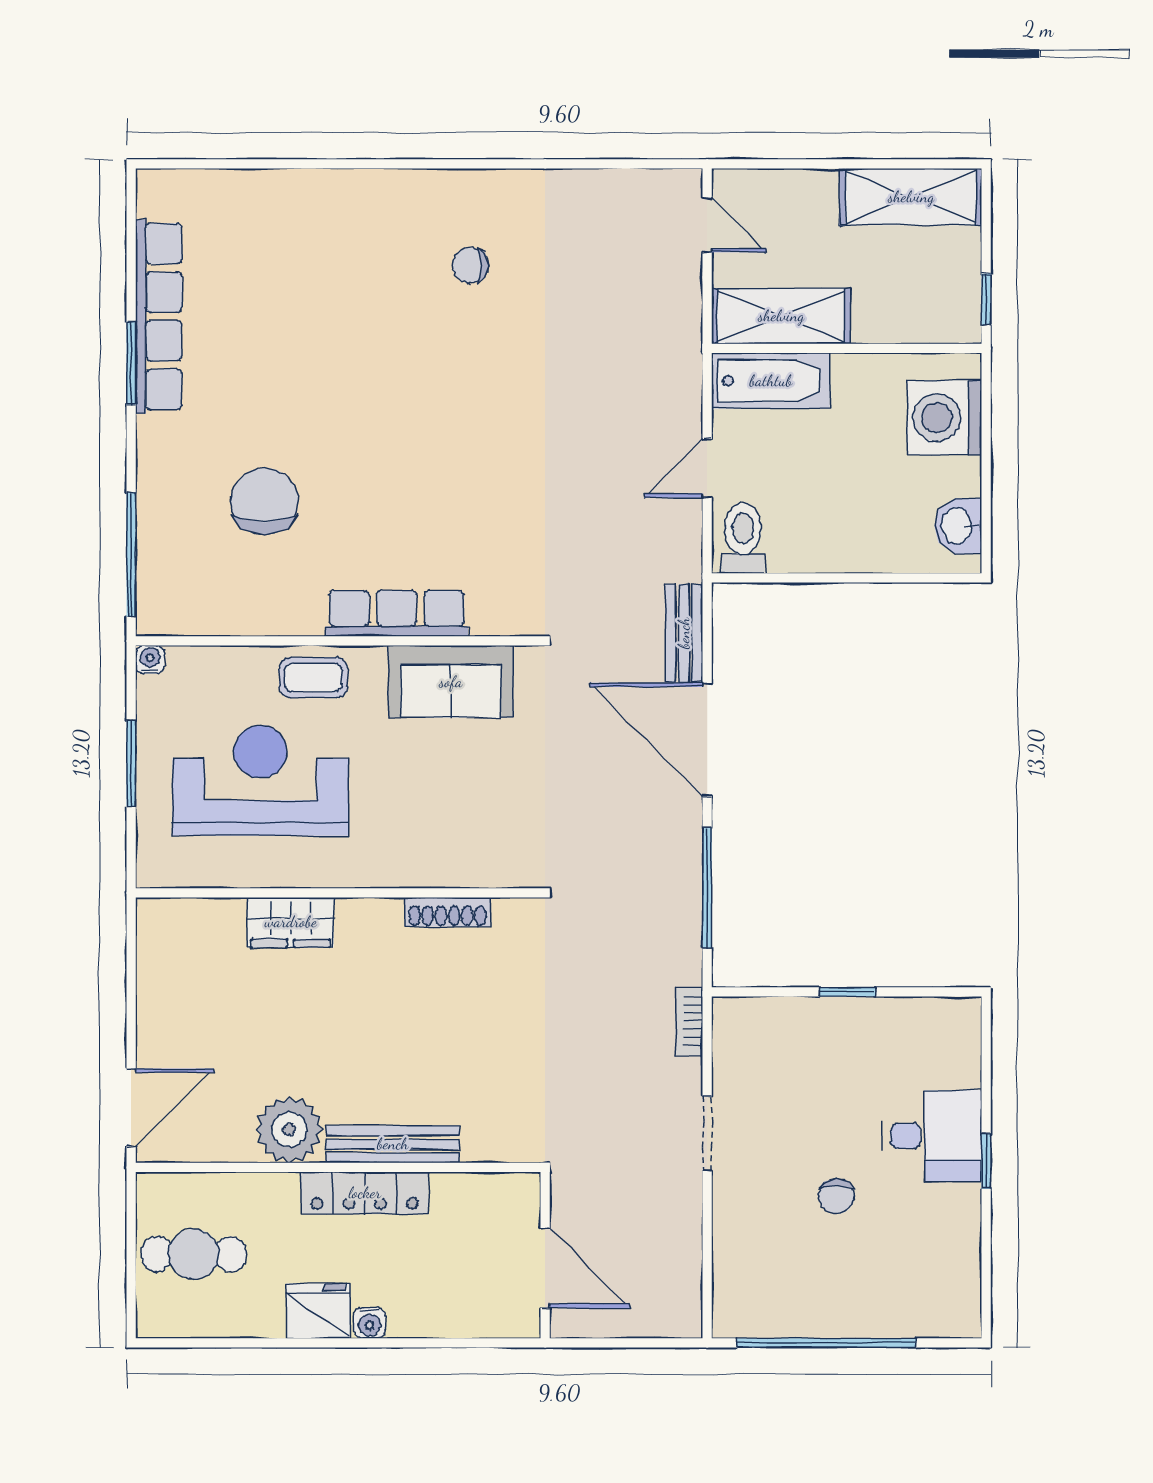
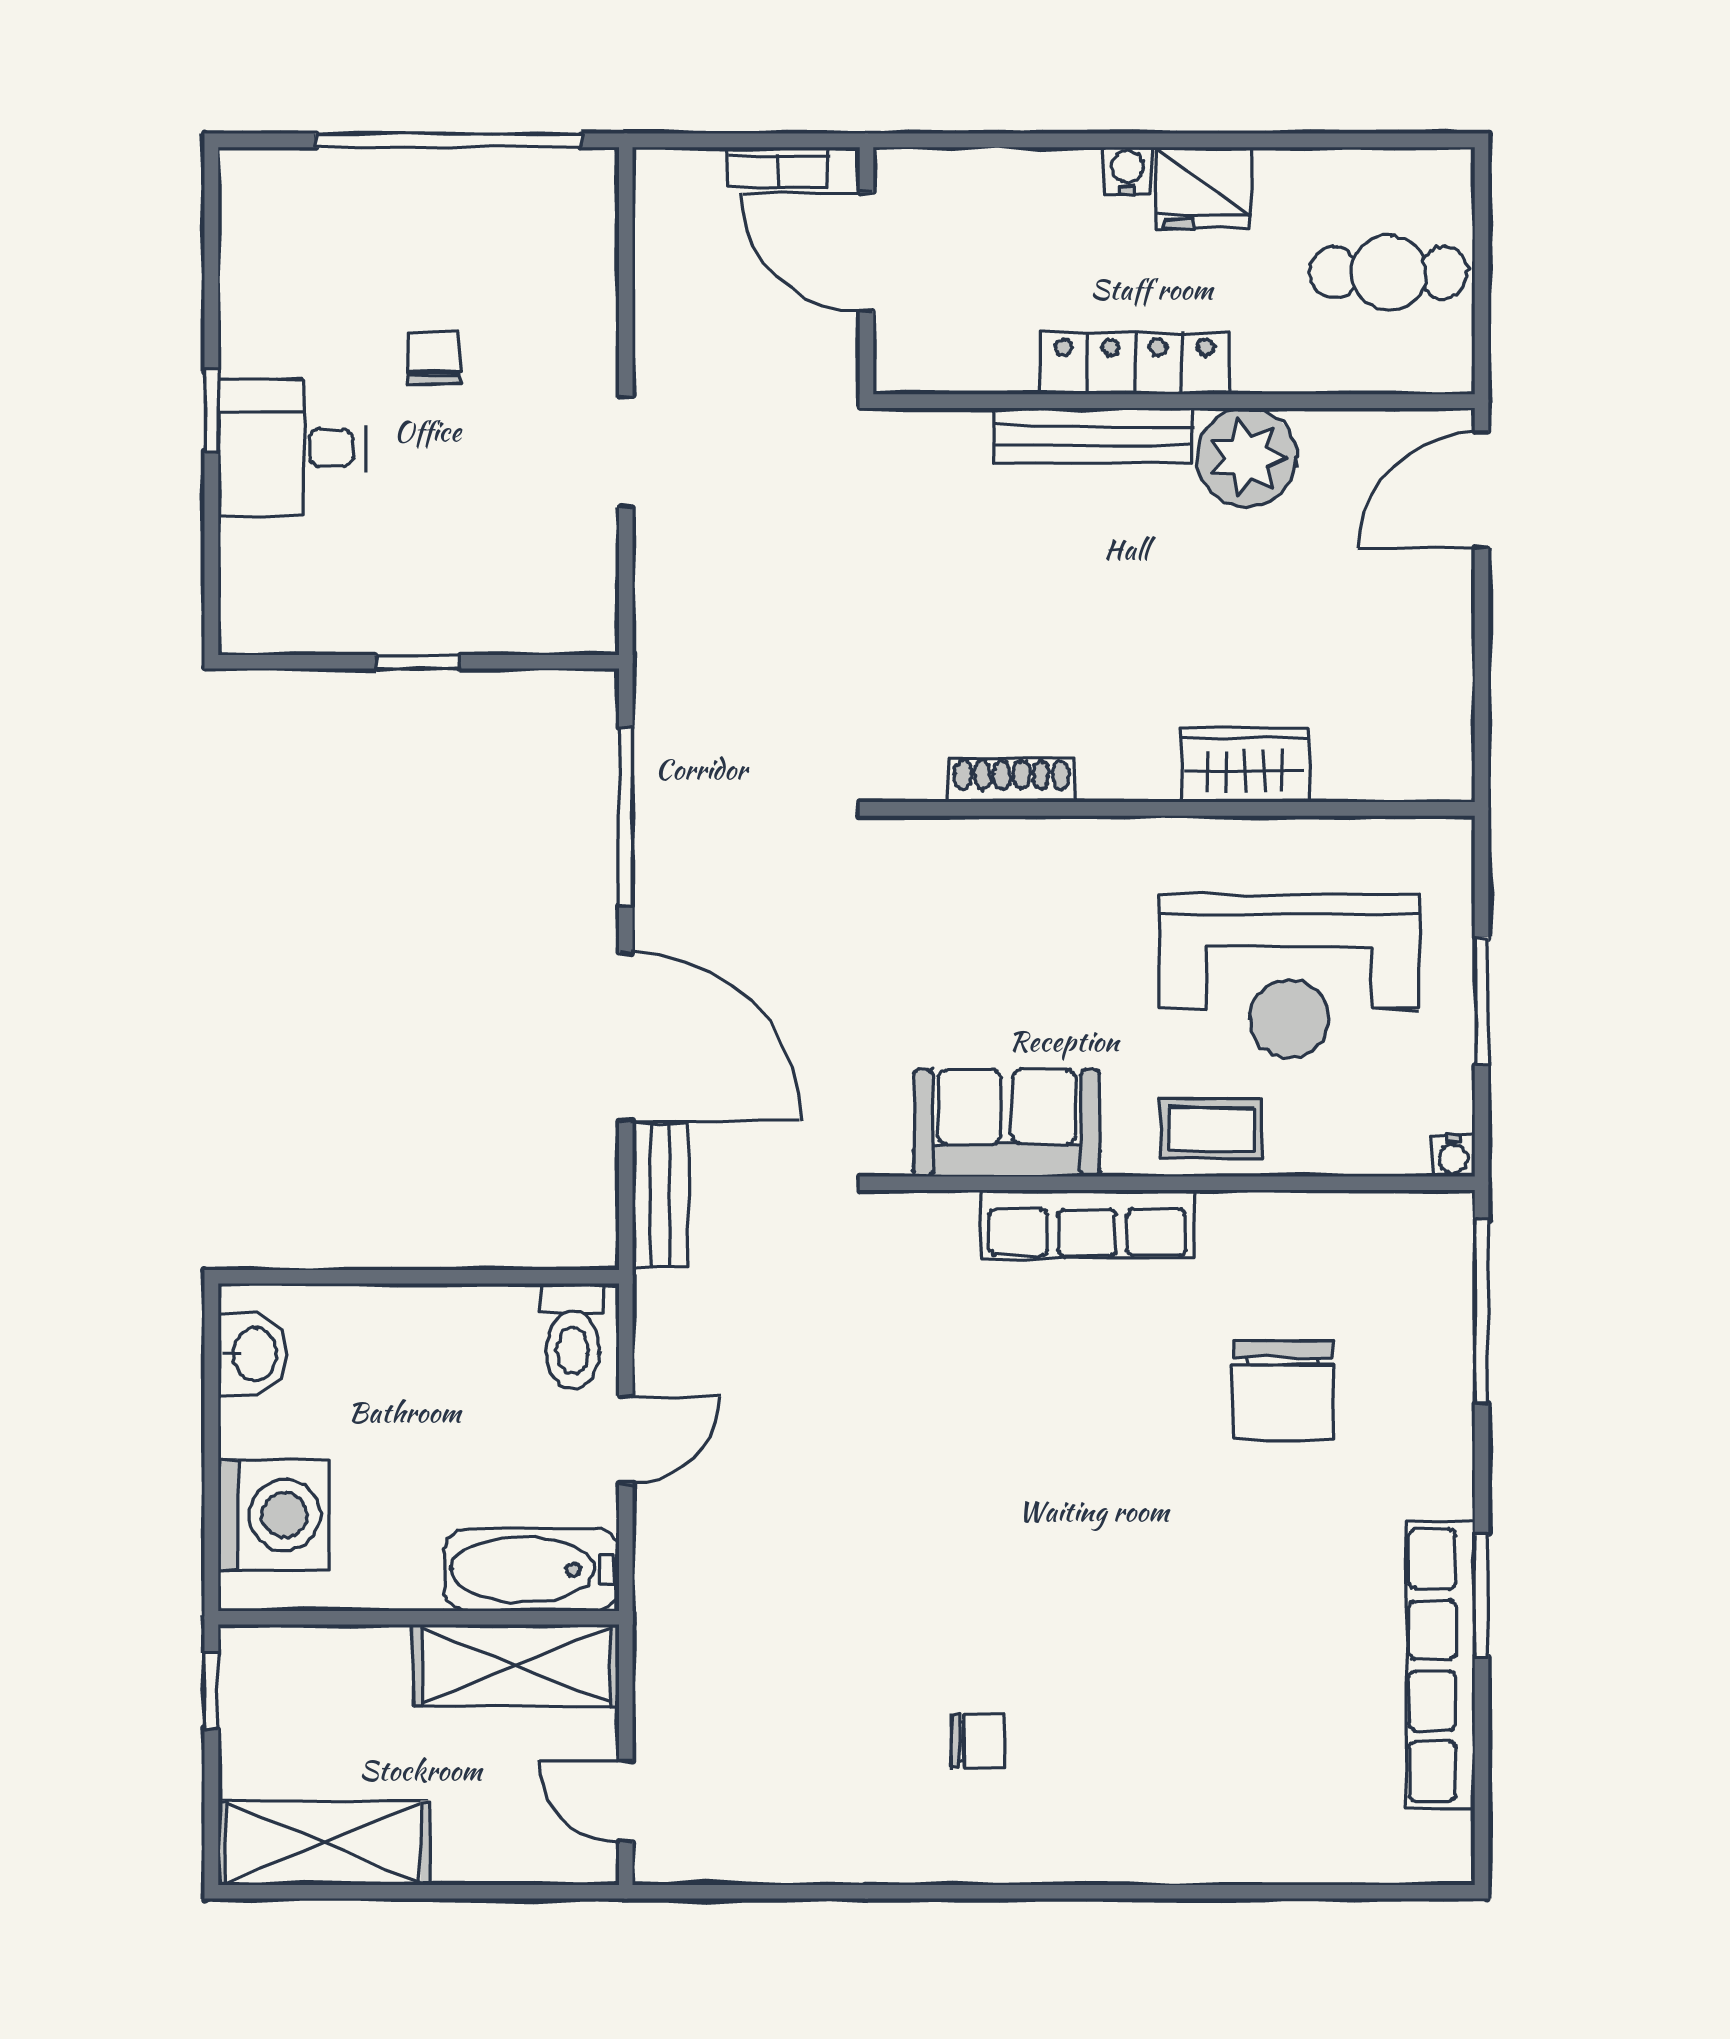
bookcase: (689, 1021) -> (778, 167), moved, turned 90

